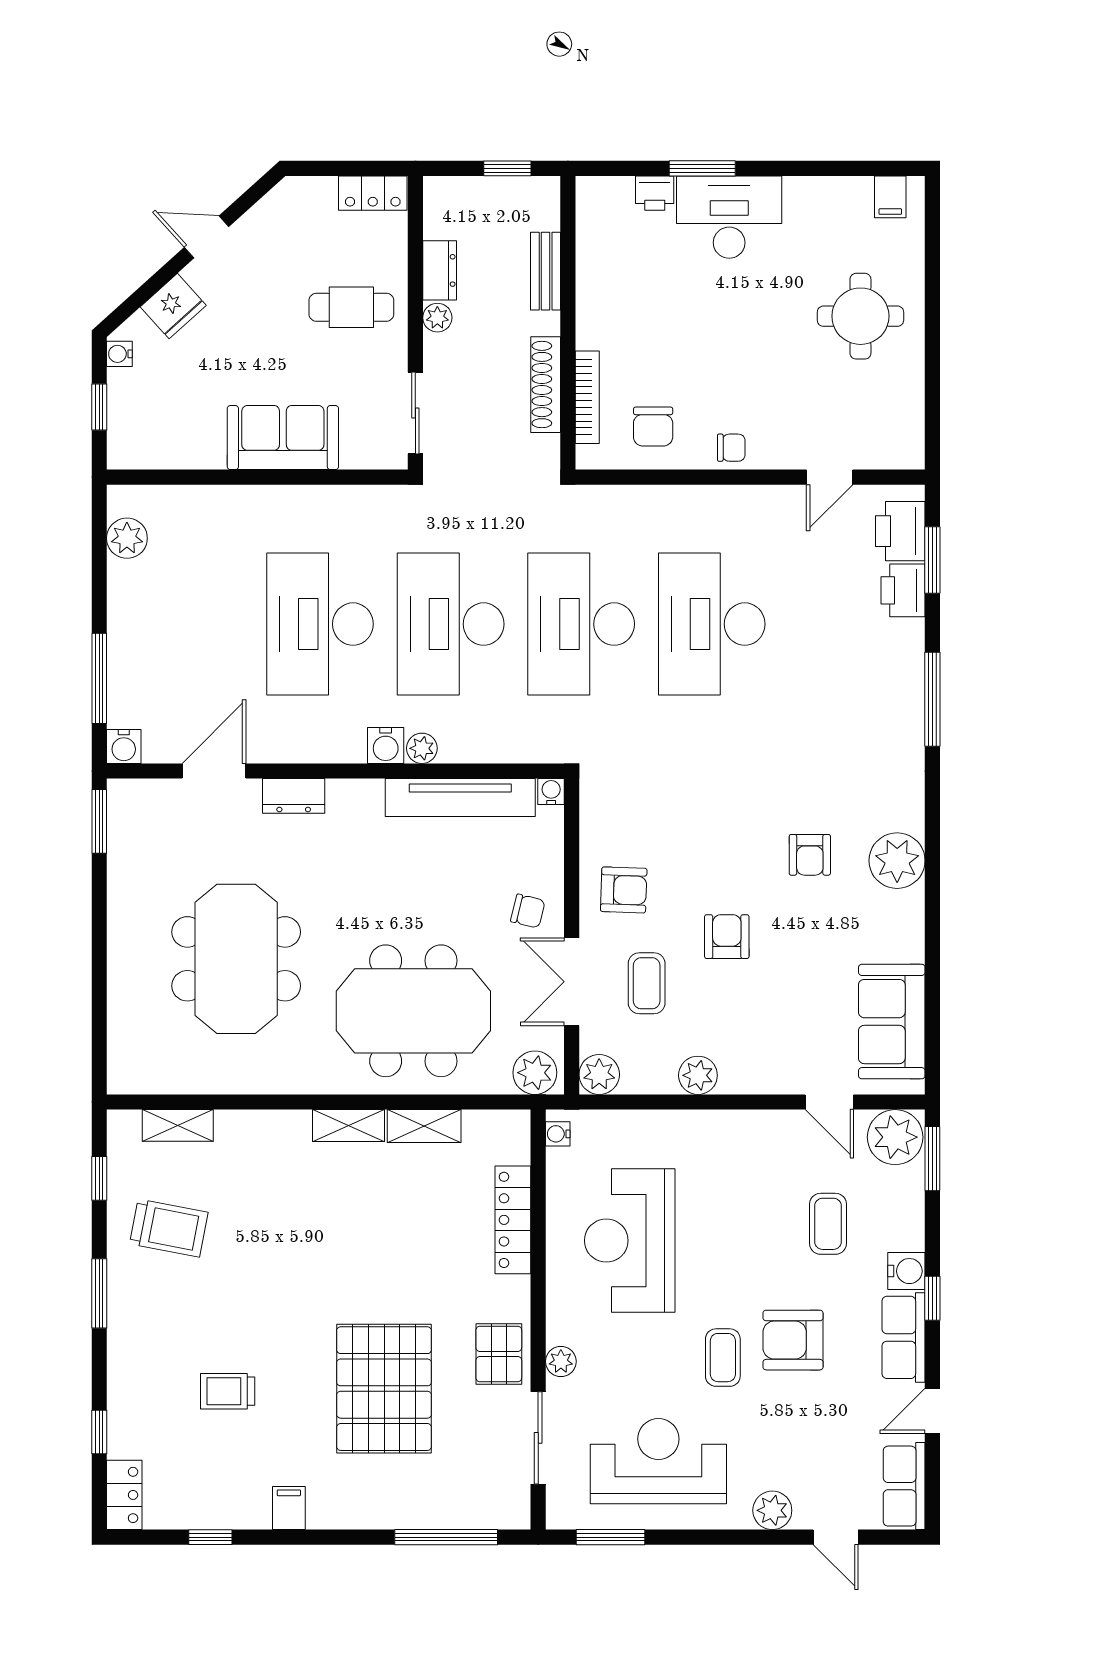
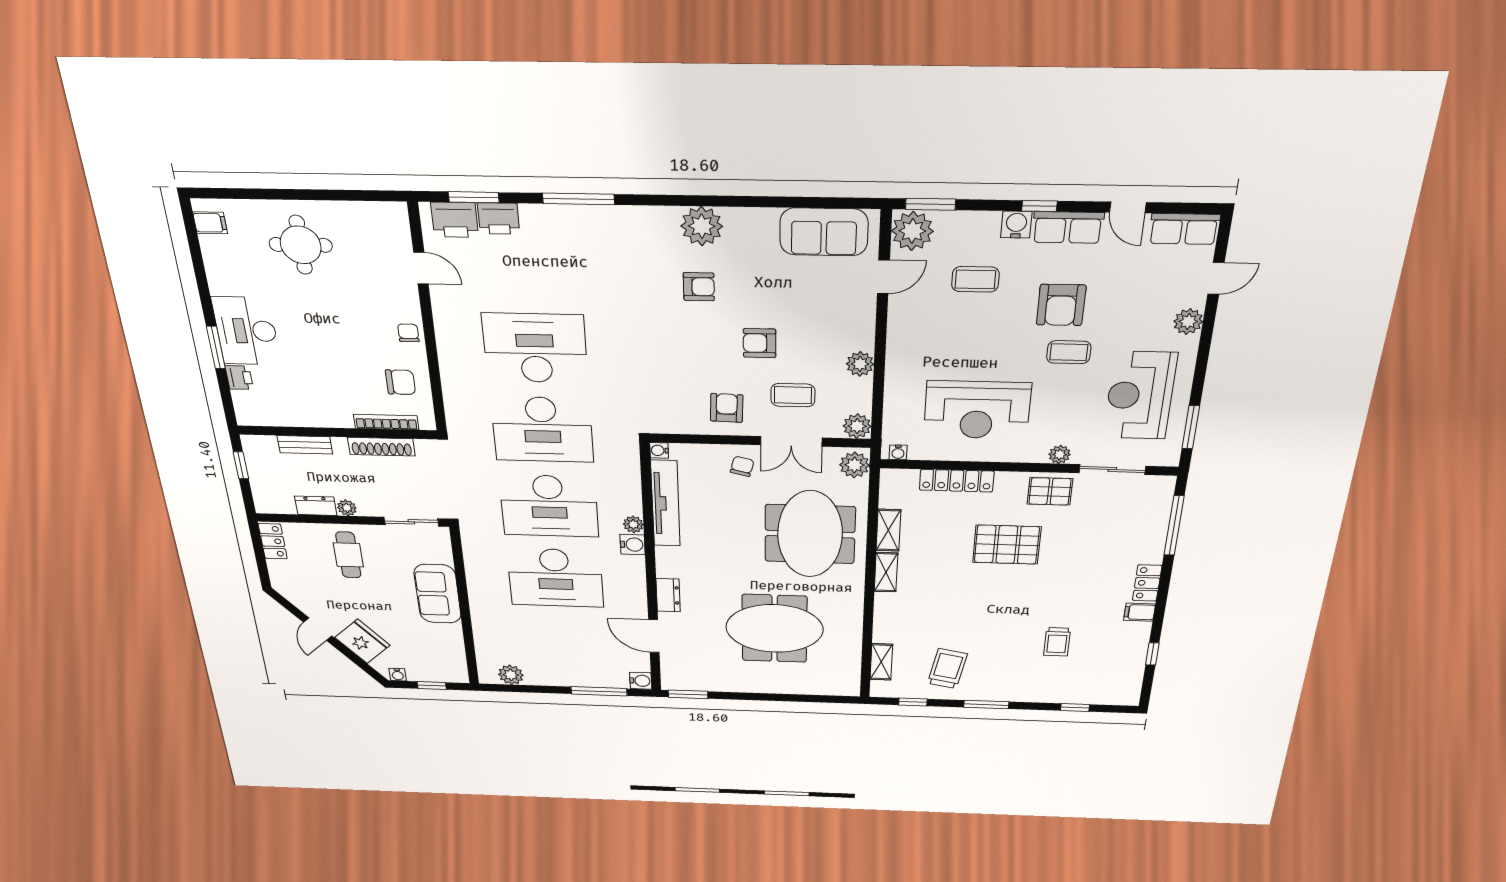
fridge: (173, 306) -> (362, 641), width x1.36, depth x1.34
desk: (712, 624) -> (535, 348), turned 180
pallet: (384, 1389) -> (1007, 545), moved, width x0.73, depth x0.71
locker: (124, 1495) -> (1147, 583), moved, turned -90

